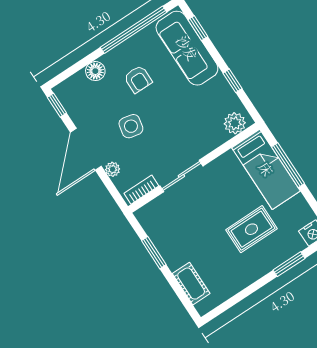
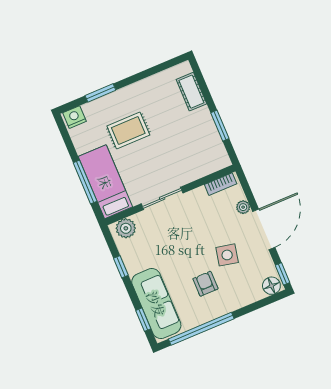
floor lamp: (95, 71) -> (271, 286), moved
side table: (131, 126) -> (227, 255), moved
sliding door: (181, 176) -> (162, 198), moved

